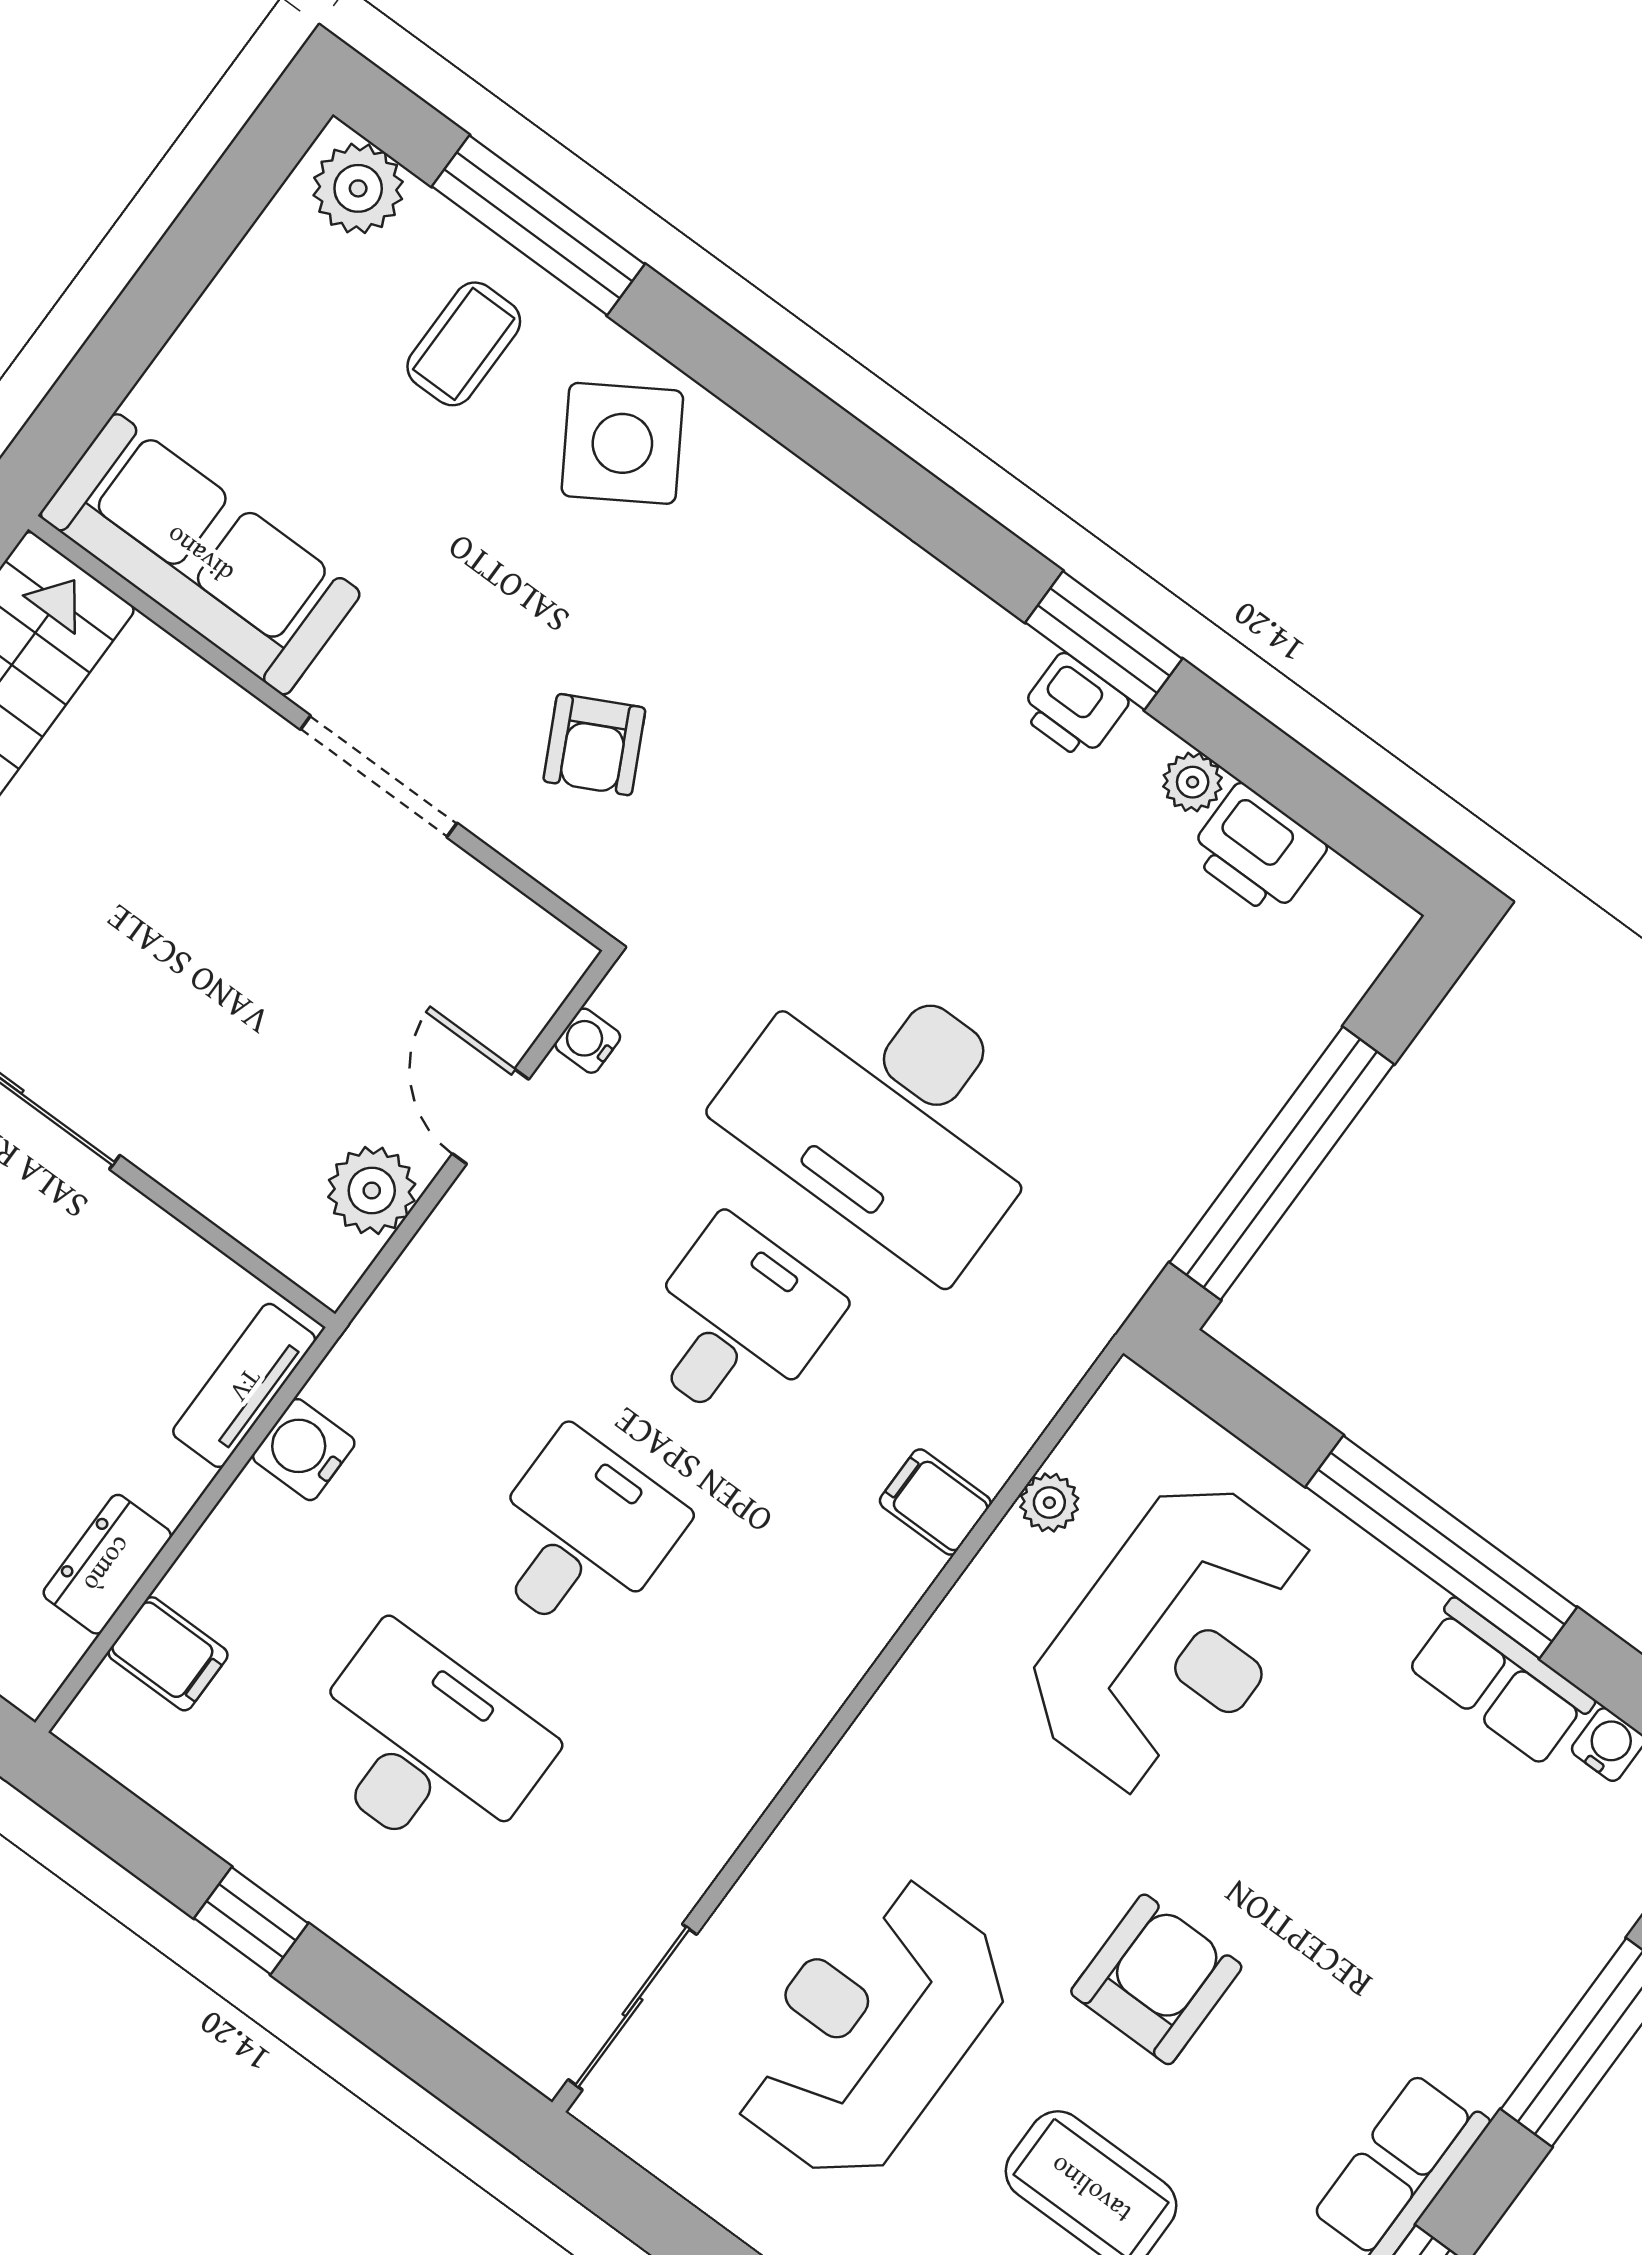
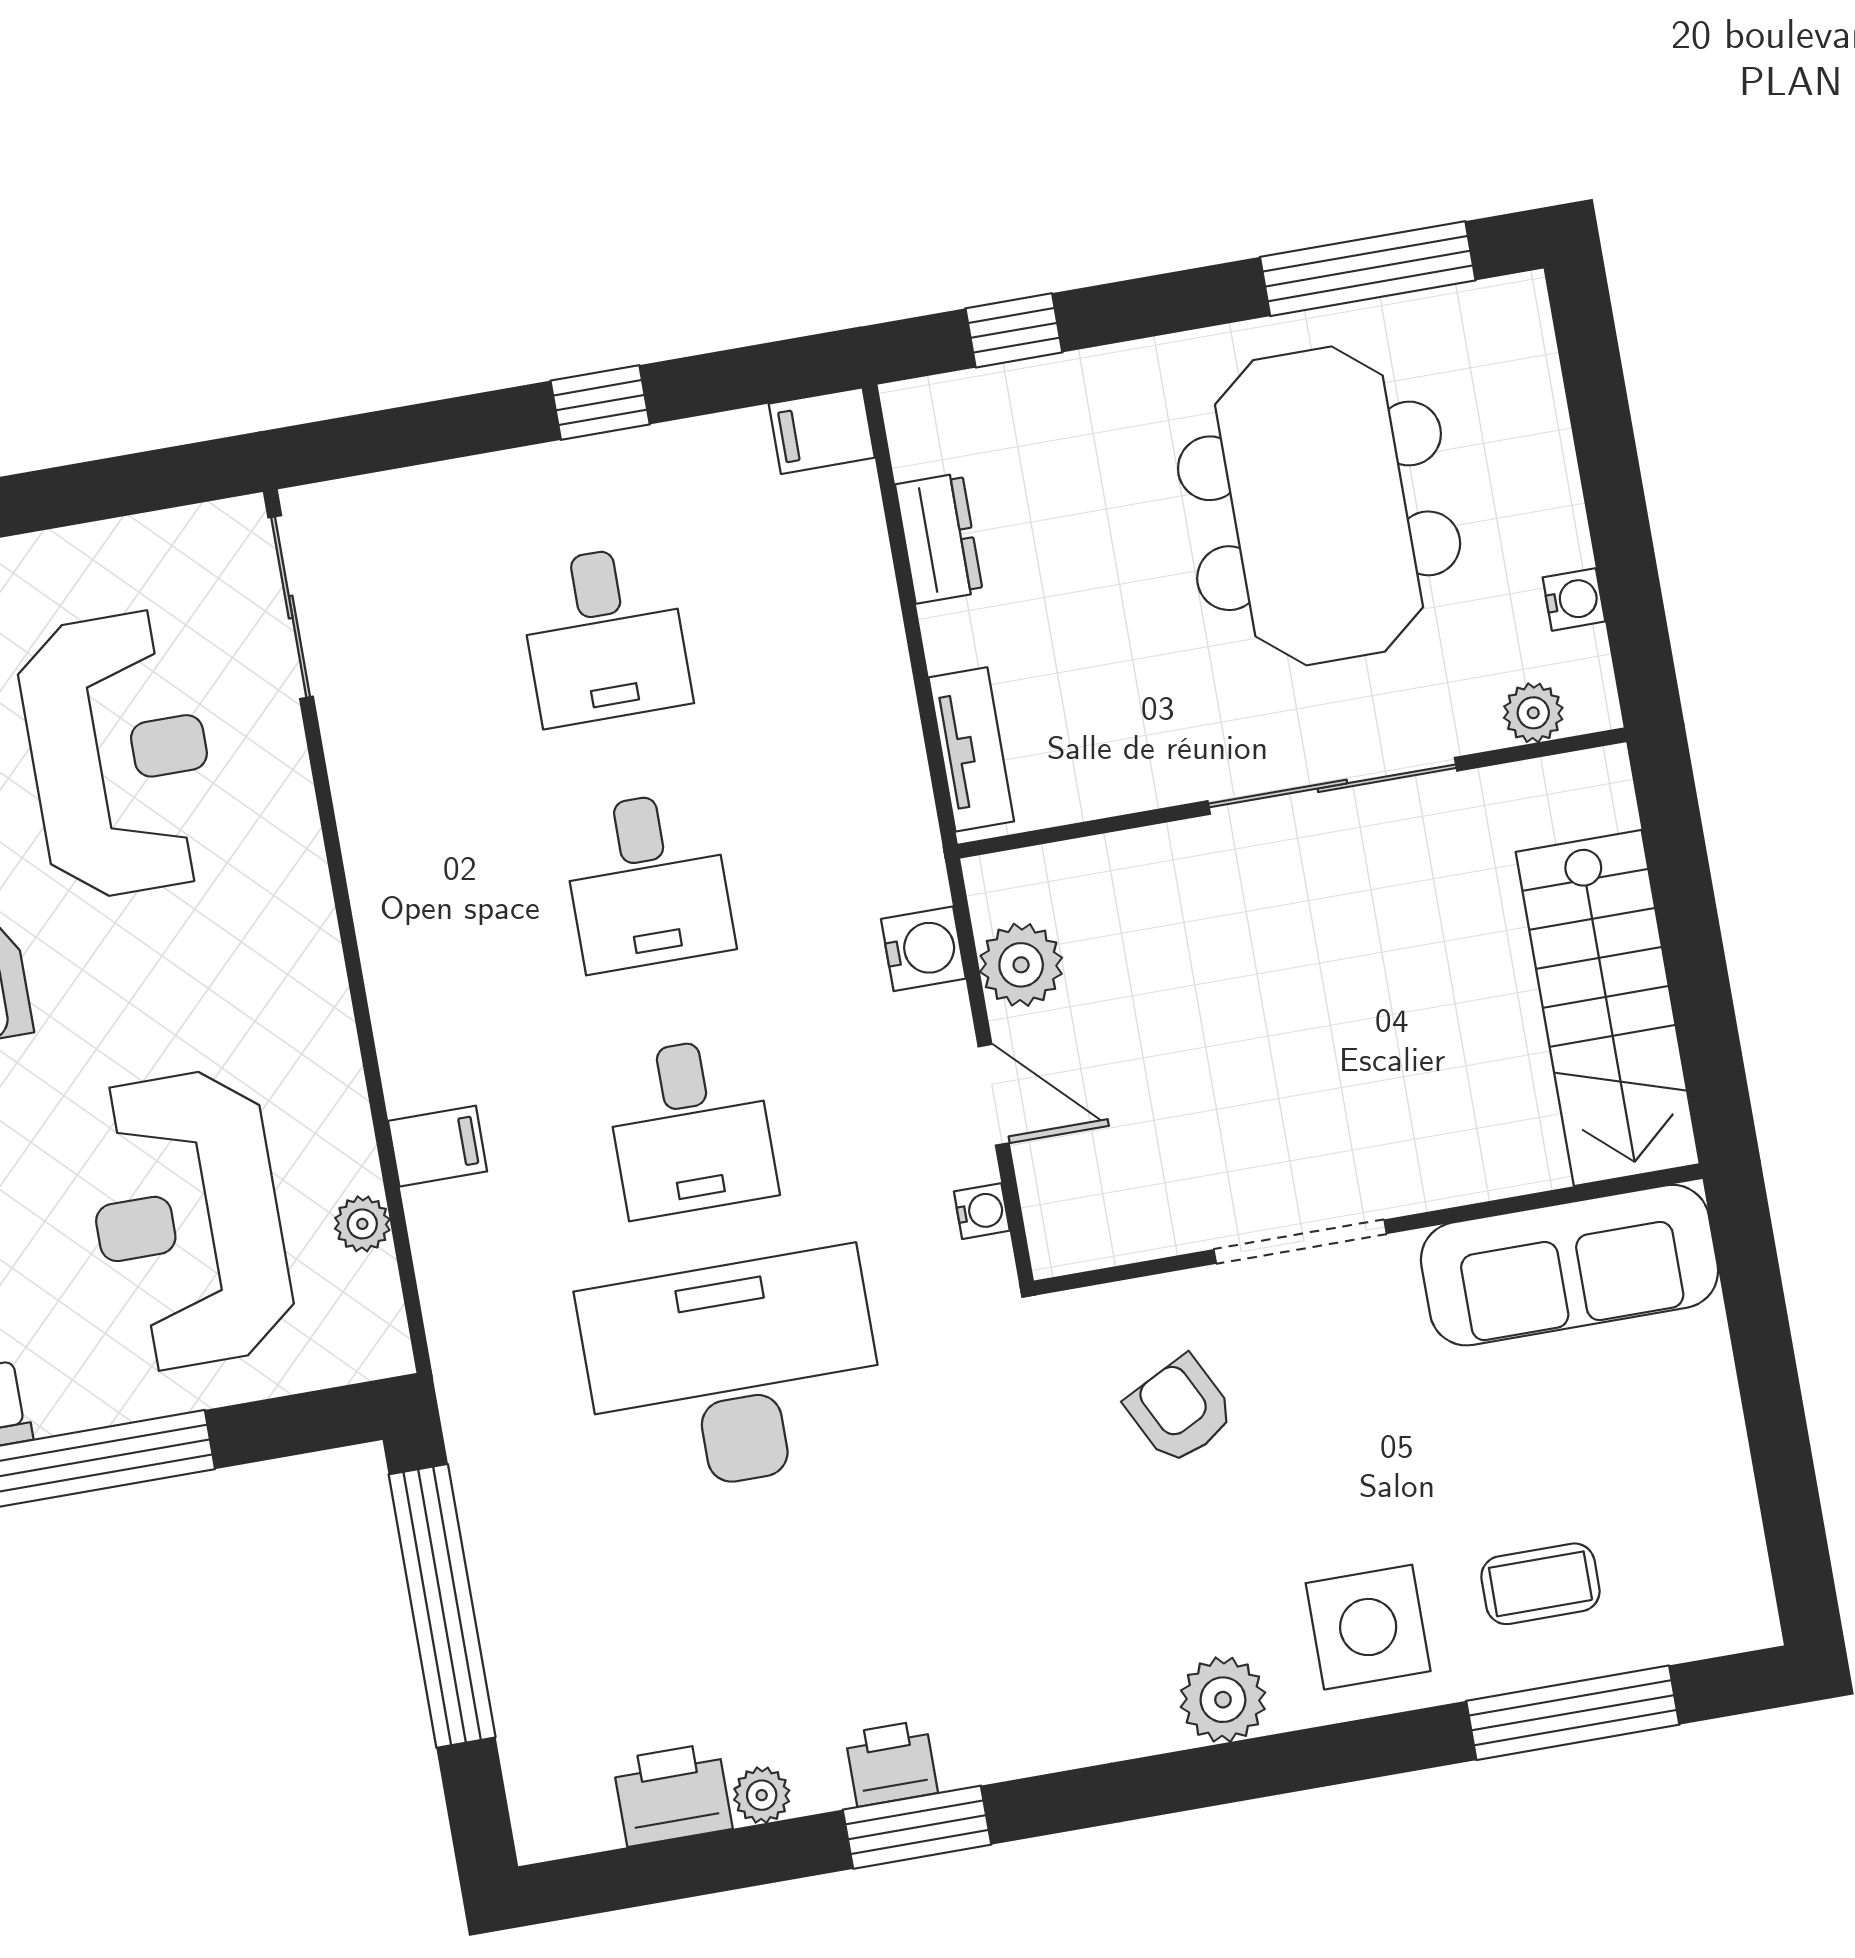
plant: (358, 188) -> (1223, 1700), moved
coffee table: (464, 344) -> (1540, 1584), turned 90
side table: (622, 443) -> (1368, 1627), turned 32
water cooler: (304, 1450) -> (923, 949), moved
filing cabinet: (168, 1654) -> (822, 431), moved
desk: (425, 1748) -> (604, 635), width x0.73

